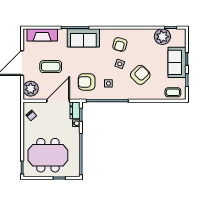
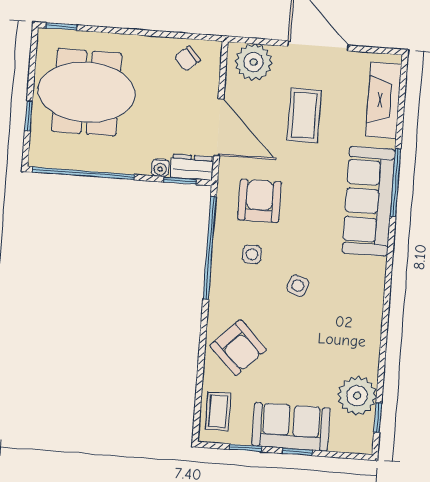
sofa: (83, 38) -> (369, 201), width x1.36
armchair: (120, 44) -> (346, 290), removed
armchair: (140, 75) -> (238, 348), moved
meeting table: (48, 155) -> (87, 92), turned 90

